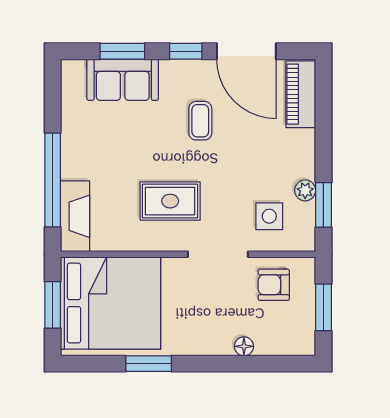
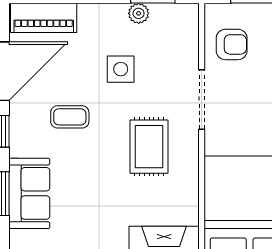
side table: (269, 216) -> (121, 69), moved
armchair: (274, 285) -> (232, 44), turned -90

